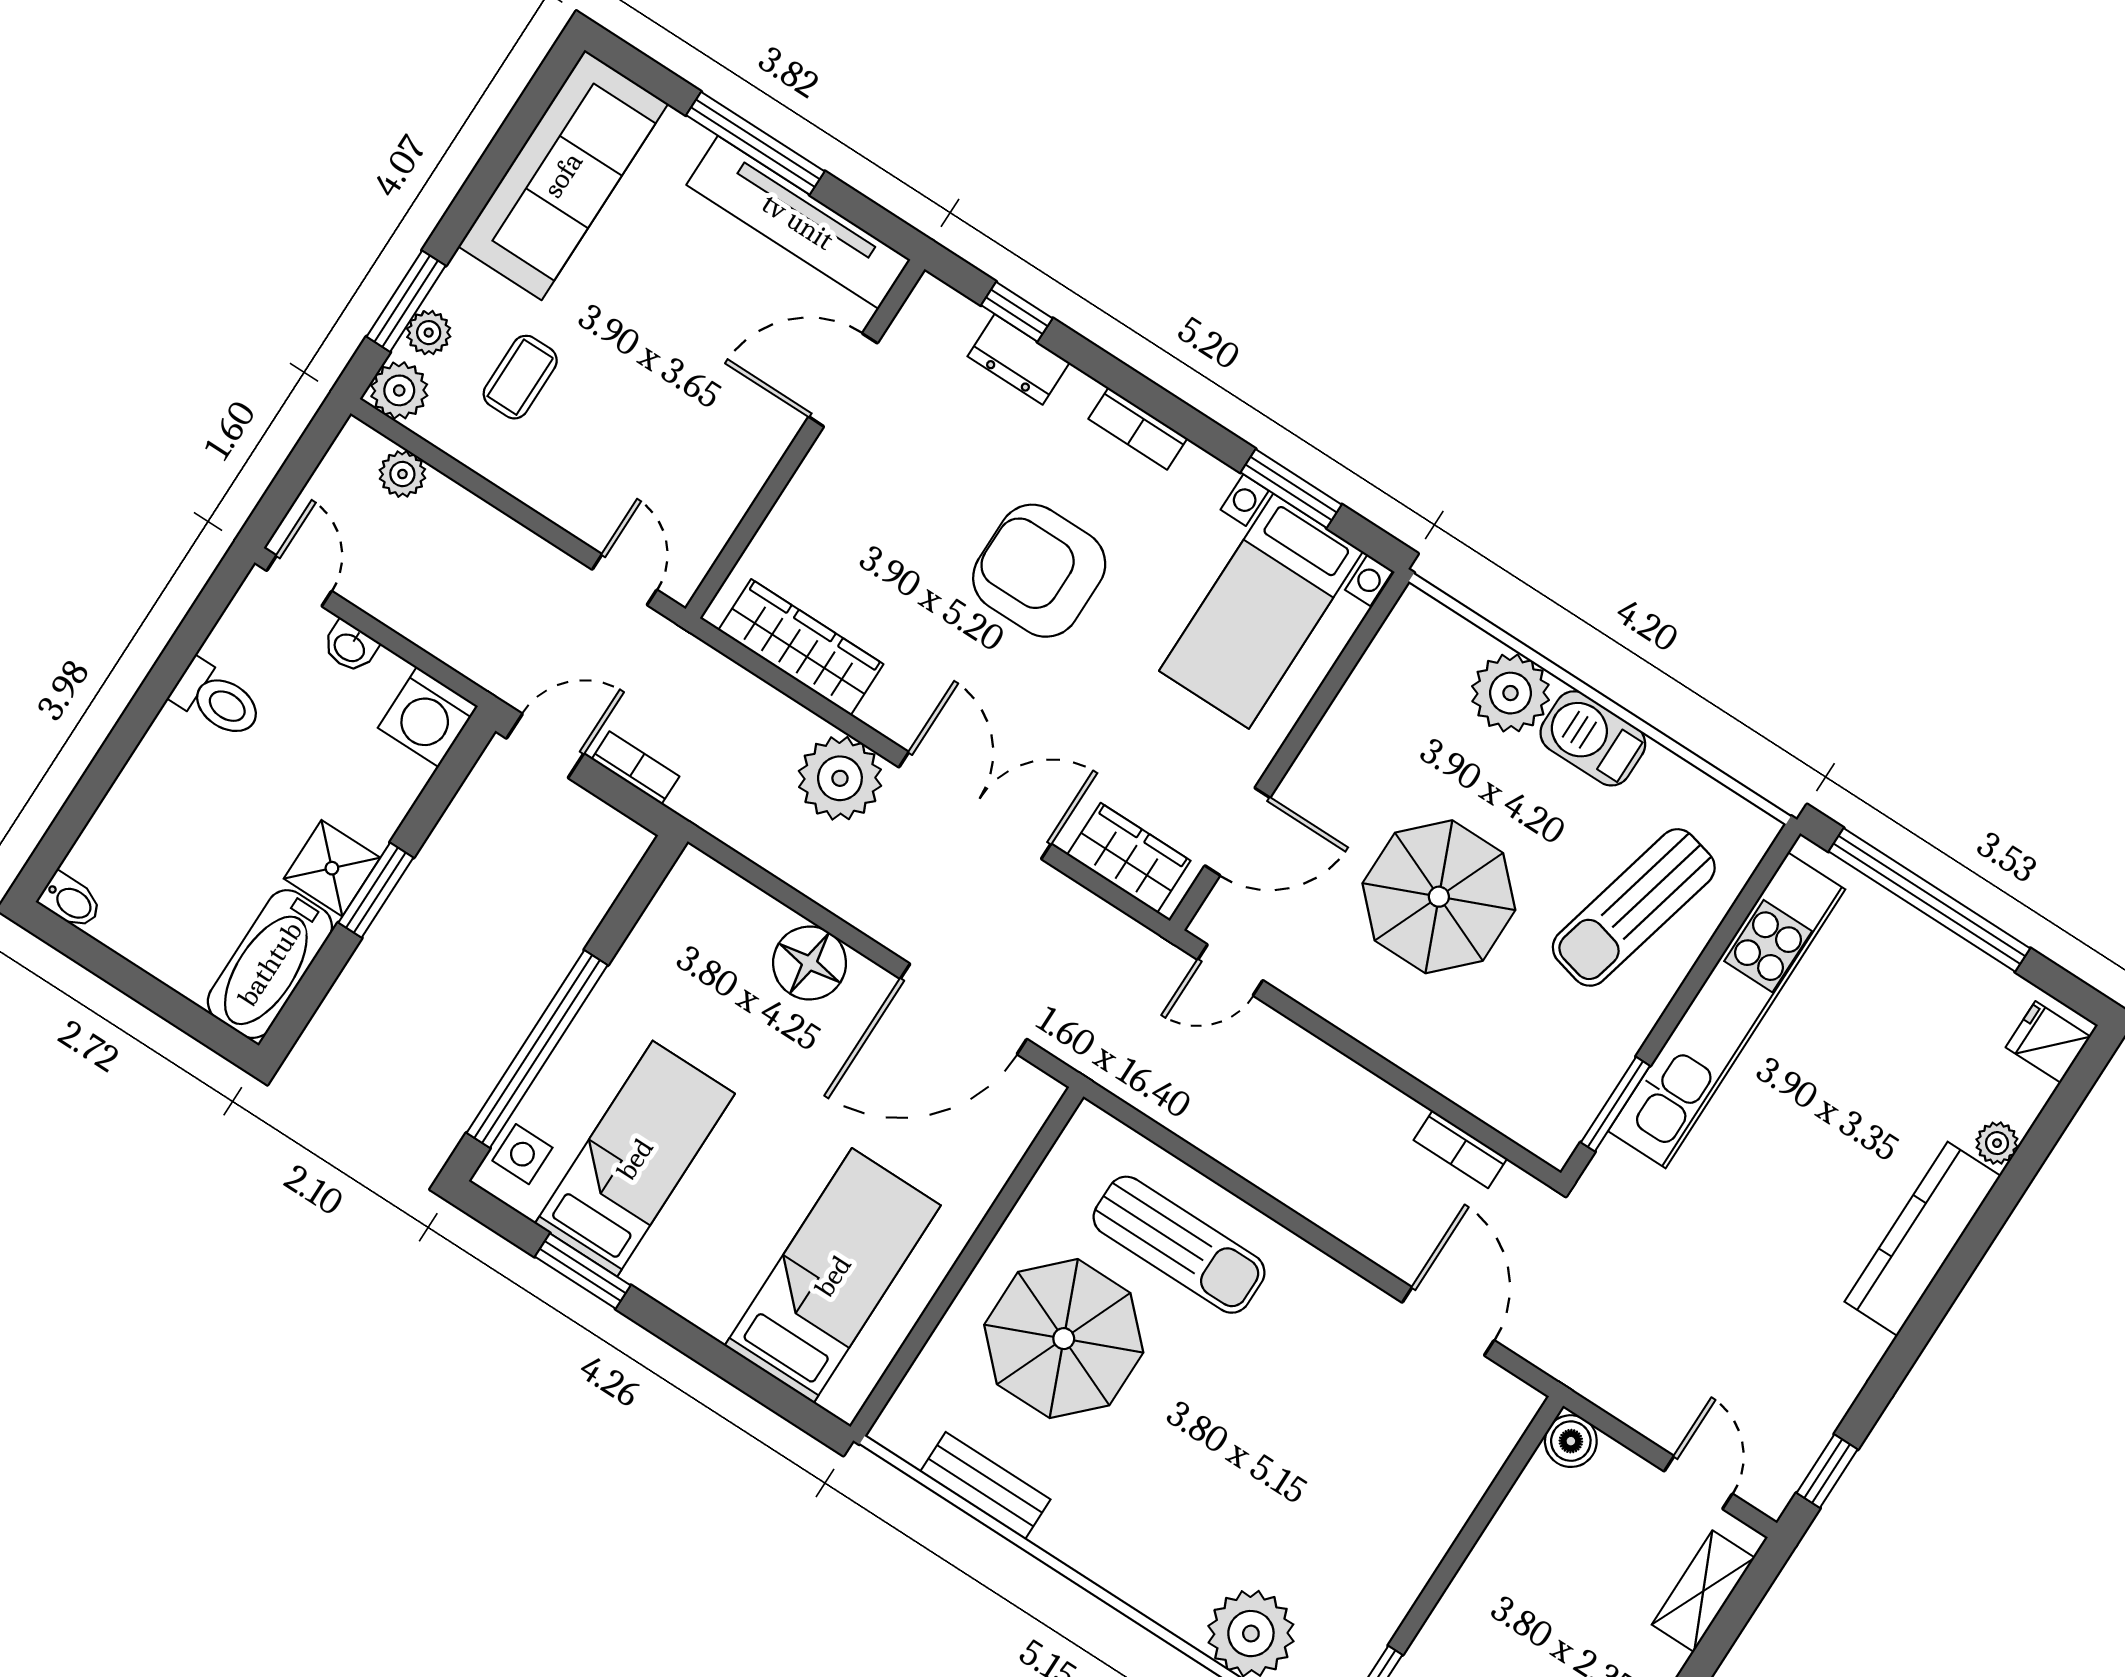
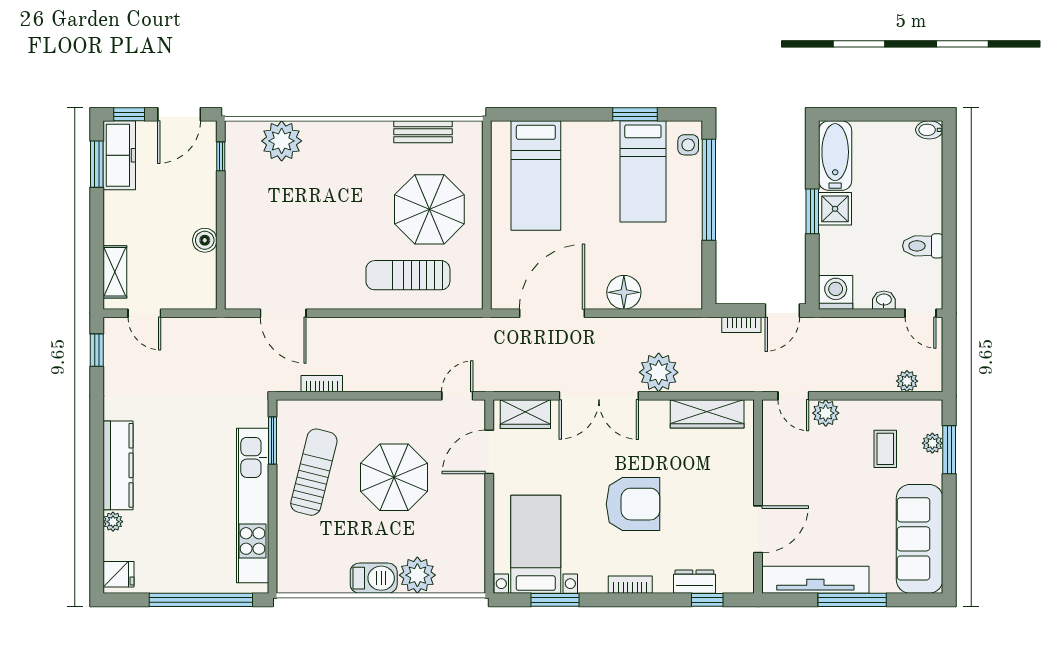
plant: (399, 390) -> (826, 413), moved
sun lounger: (1634, 907) -> (314, 472), moved
boiler: (1571, 1441) -> (205, 240), moved

